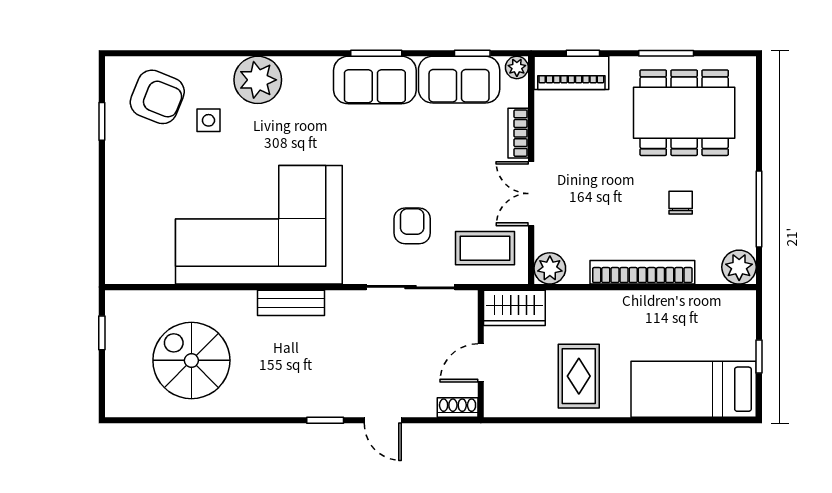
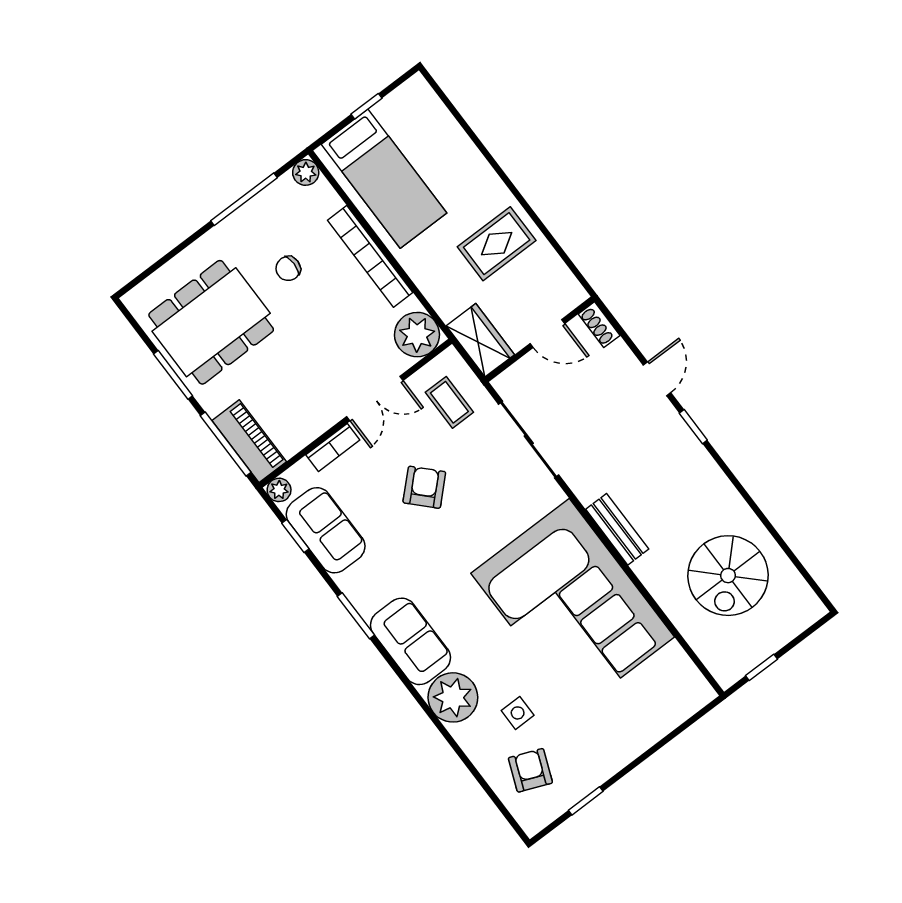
window: (583, 53) -> (226, 444), width x2.17
sofa: (375, 80) -> (411, 641), moved
armchair: (157, 97) -> (530, 770), width x0.72, depth x0.72
dining table: (684, 113) -> (211, 322), turned 90
armchair: (412, 226) -> (424, 487), moved, turned 136
coffee table: (485, 248) -> (449, 402), width x0.73, depth x0.77
plant: (739, 267) -> (306, 172), width x0.73, depth x0.73
plant: (550, 268) -> (417, 335), width x1.36, depth x1.36
bed: (694, 389) -> (384, 179), moved

